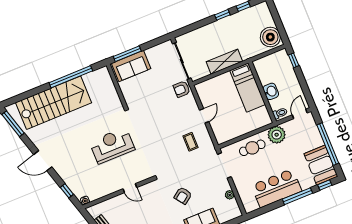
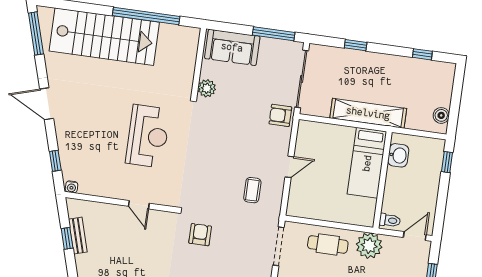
window: (222, 15) -> (356, 45), moved
boiler: (270, 37) -> (441, 115), width x0.54, depth x0.54
window: (127, 54) -> (274, 34), moved
shelving: (224, 62) -> (368, 113), width x1.47
washbasin: (271, 91) -> (398, 155), moved
plant: (130, 98) -> (207, 88), added
reception desk: (112, 146) -> (148, 136), turned 90
armchair: (183, 196) -> (200, 235), moved, turned 126

